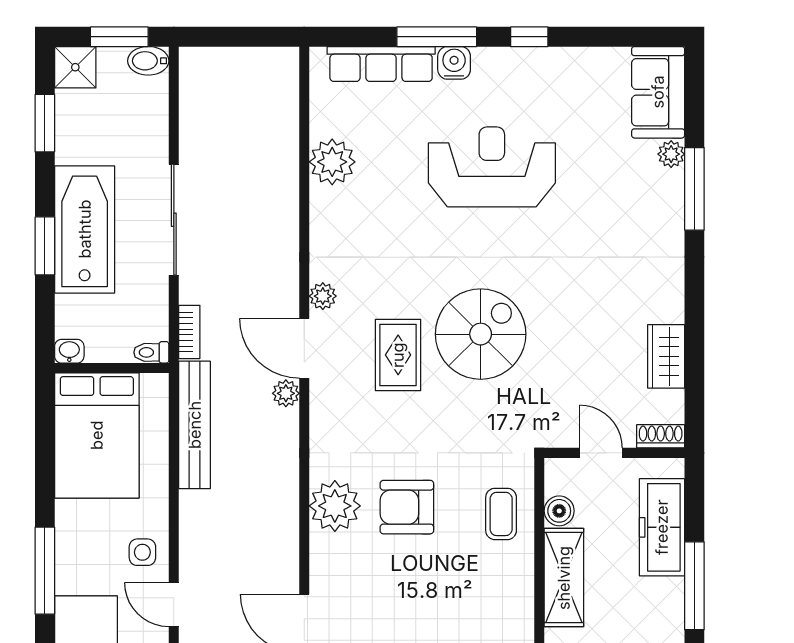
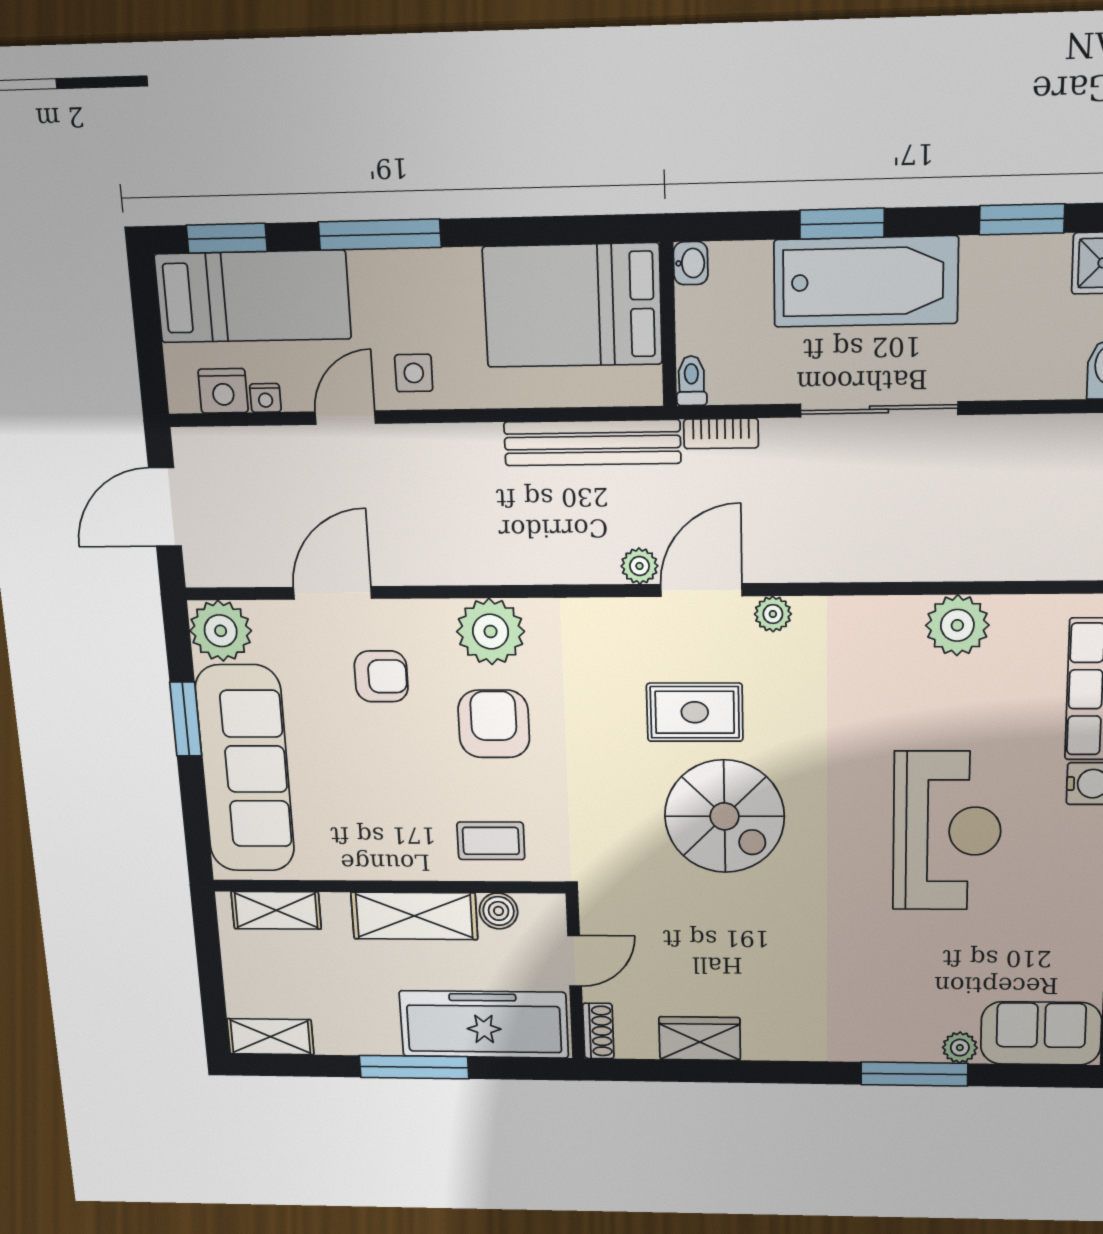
freezer: (662, 527) -> (484, 1024), width x1.36, depth x1.26
armchair: (369, 591) -> (381, 676), added

